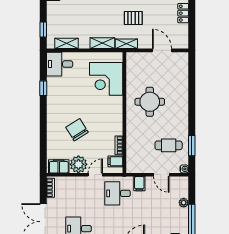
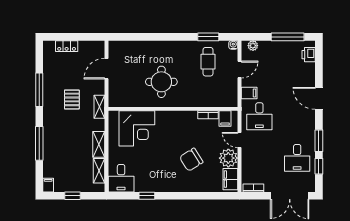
window: (43, 29) -> (73, 196), moved
shelving: (102, 43) -> (99, 144), moved
plant: (184, 203) -> (253, 46), moved

